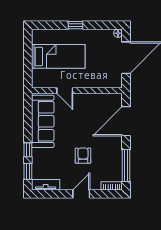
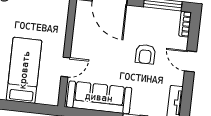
armchair: (83, 156) -> (145, 54), turned -90

